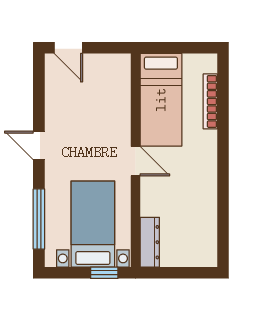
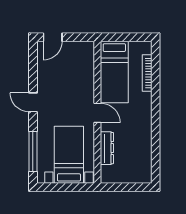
door: (68, 48) -> (53, 37), hinge flipped
dresser: (150, 242) -> (107, 148), moved
window: (104, 273) -> (77, 187), removed

